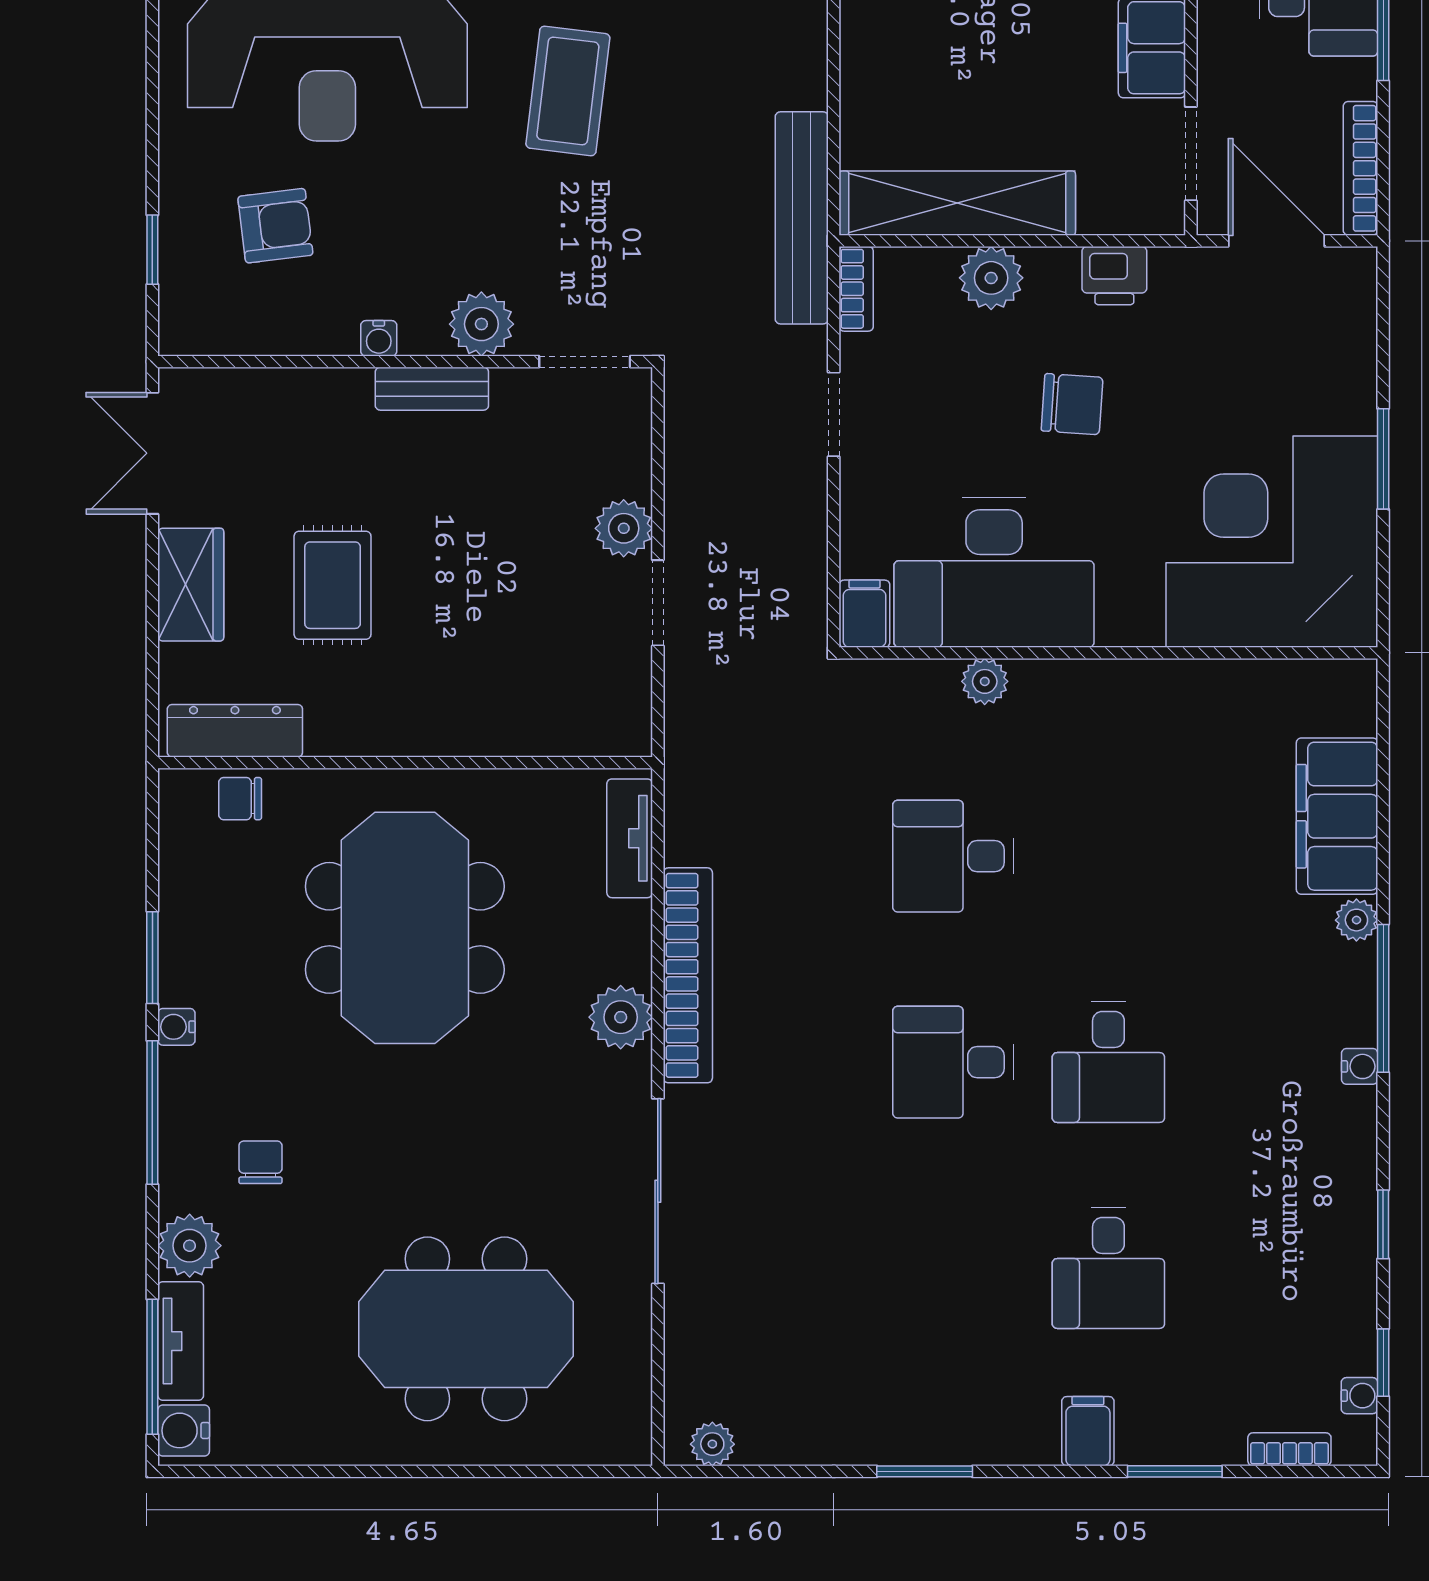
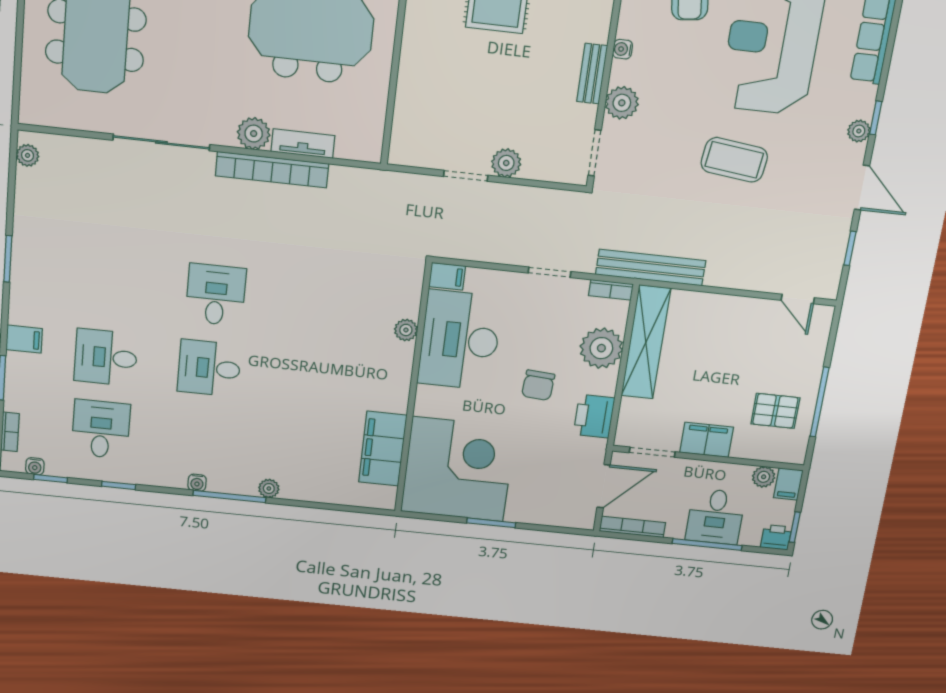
printer: (1114, 276) -> (594, 416), width x1.36, depth x1.24
plant: (991, 278) -> (601, 348), width x1.36, depth x1.36
filing cabinet: (1337, 816) -> (383, 449), moved, turned -90
tv unit: (630, 838) -> (303, 144), moved
desk: (953, 856) -> (101, 429), moved

